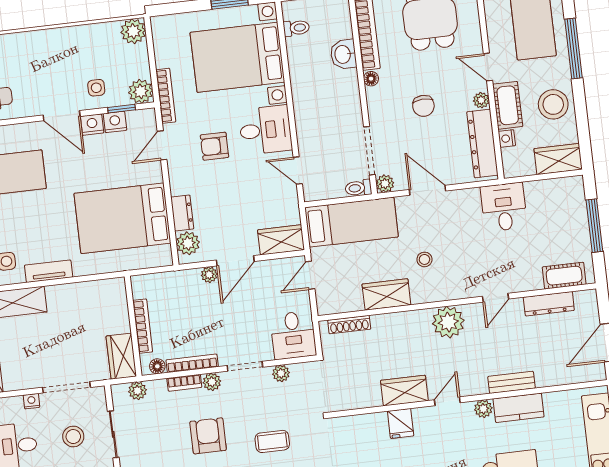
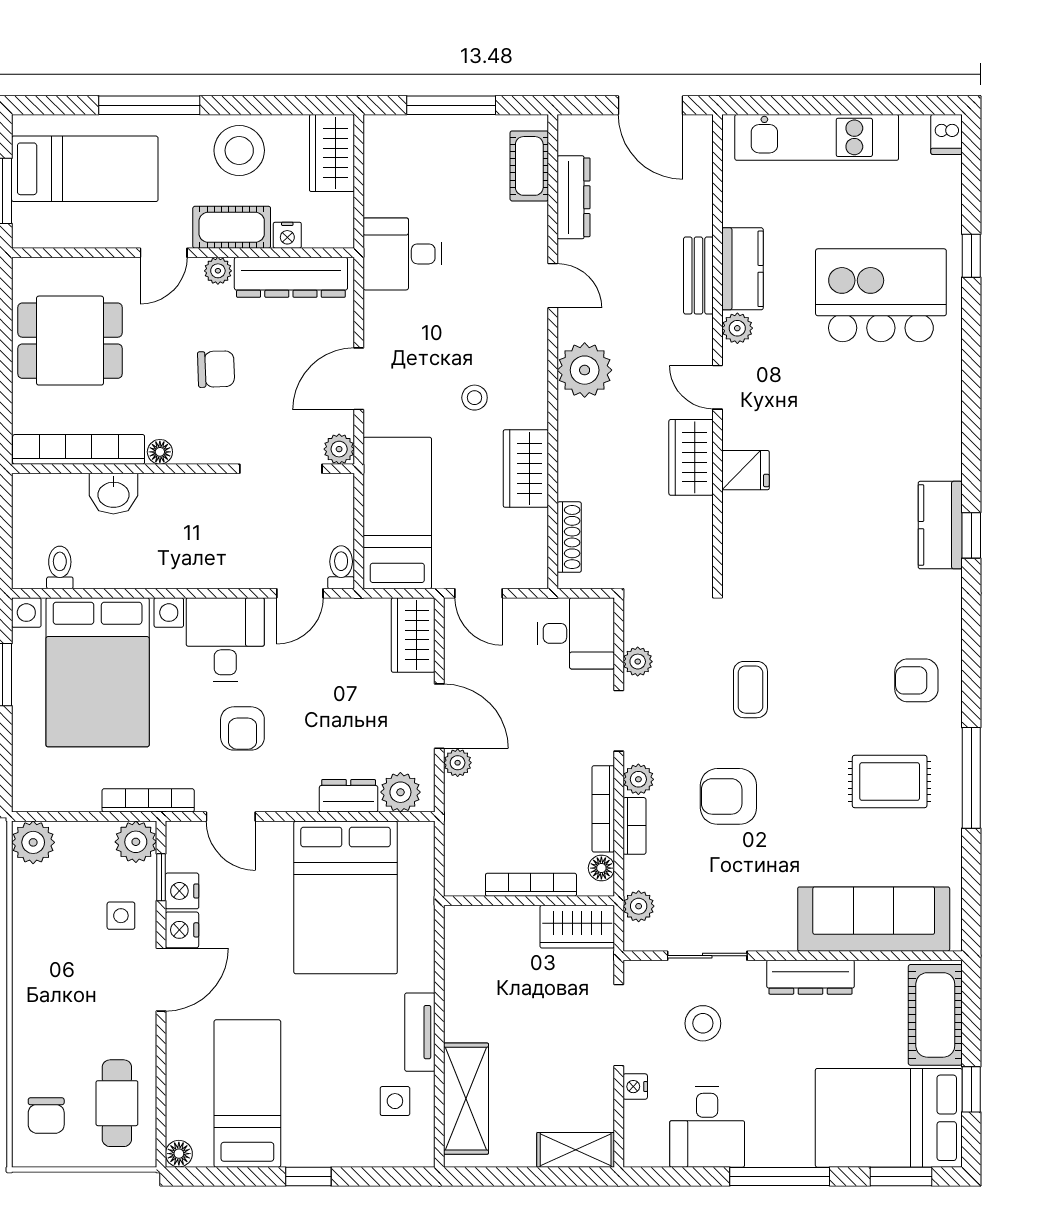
toilet: (358, 188) -> (341, 567), moved, turned 180

